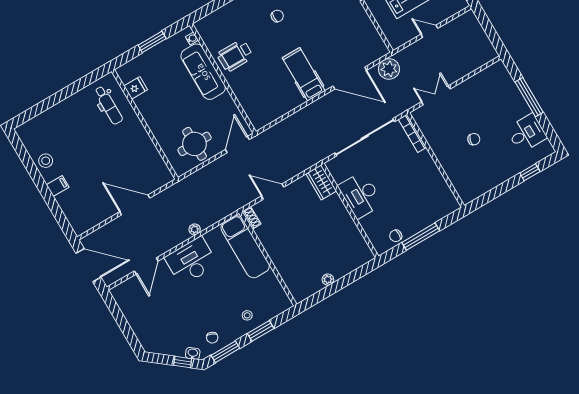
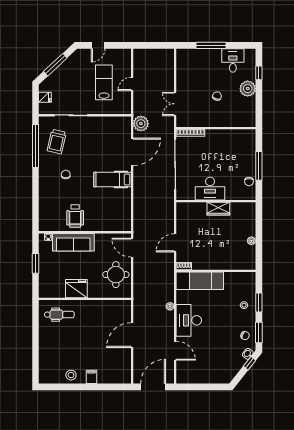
fridge: (136, 88) -> (76, 289), moved, width x1.88, depth x1.34
plant: (504, 170) -> (248, 89), added
wardrobe: (321, 182) -> (218, 209), moved

